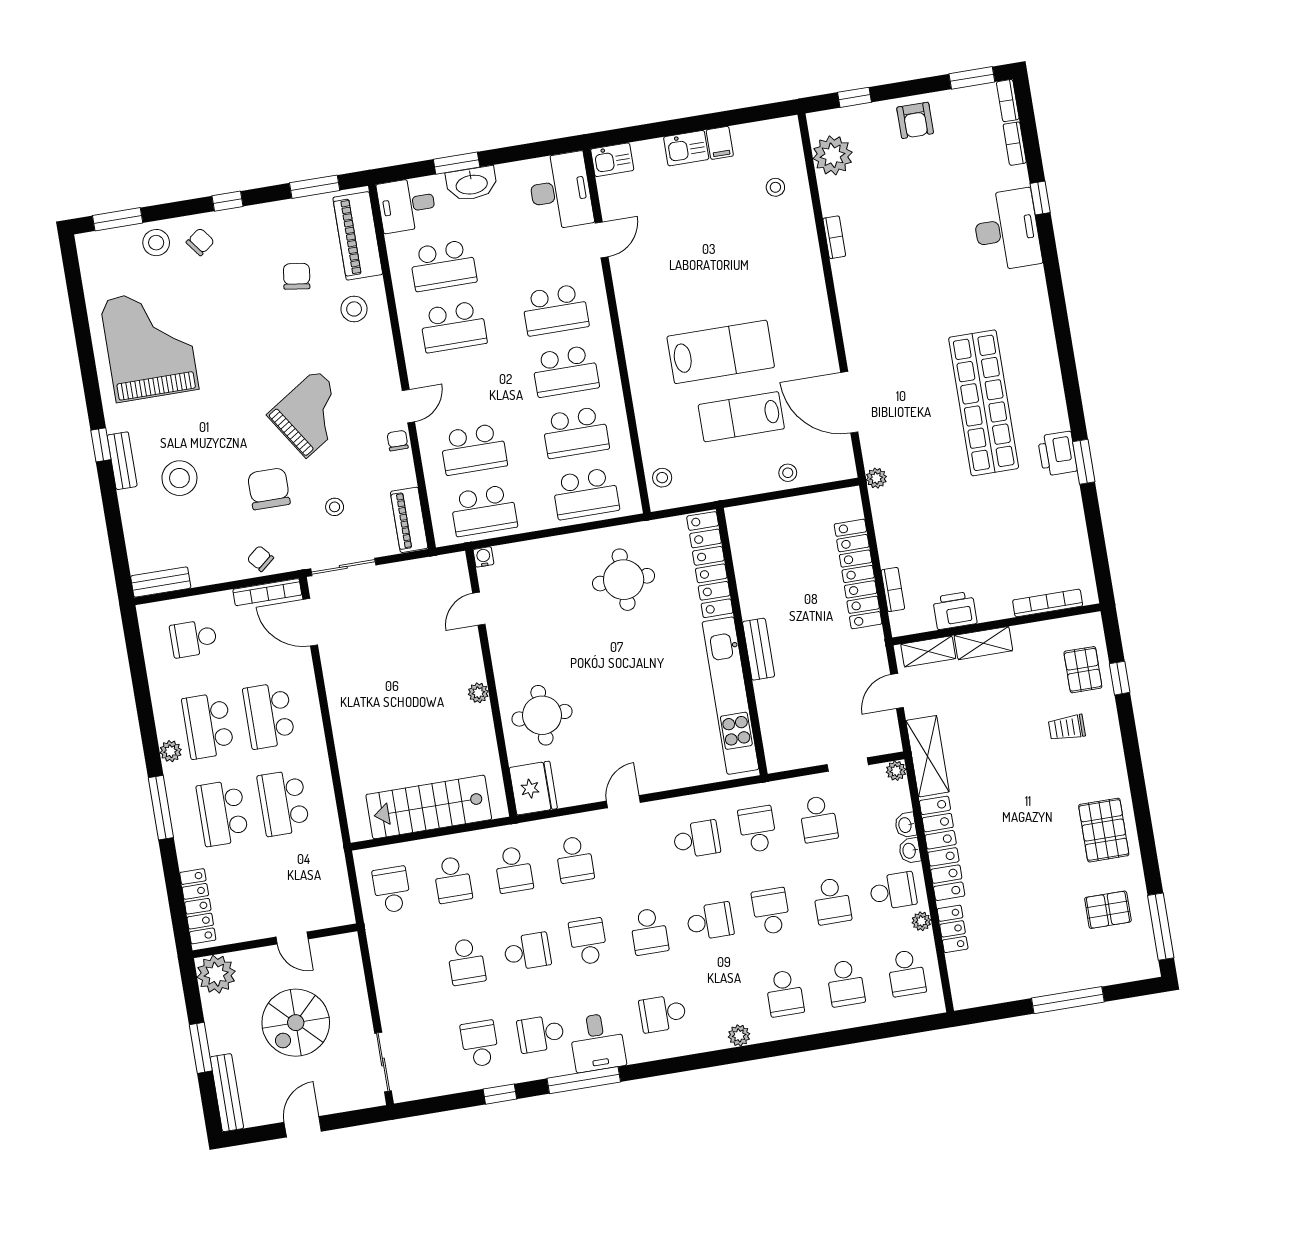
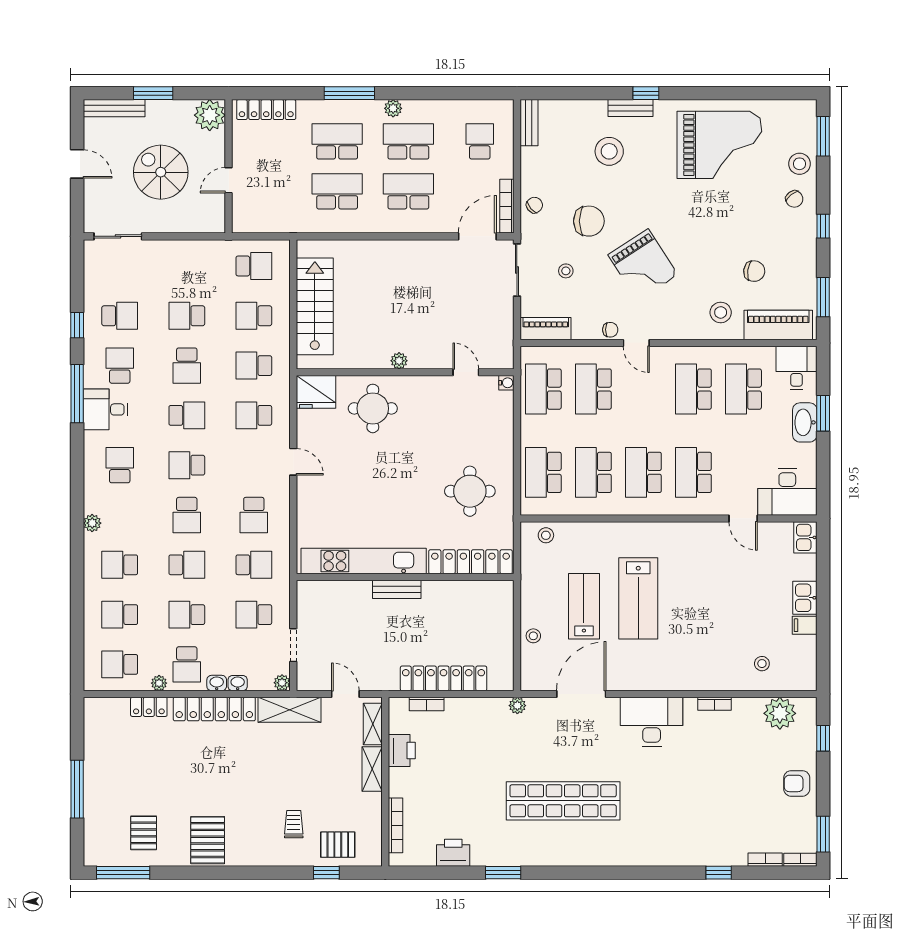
desk: (1007, 230) -> (652, 722), moved, turned 180
printer: (1057, 454) -> (453, 853), moved
pallet: (1104, 830) -> (208, 840), turned 90

